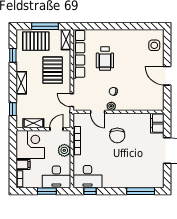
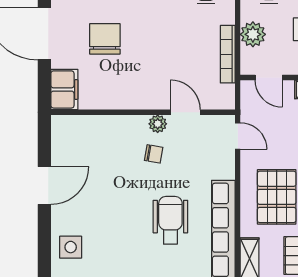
door: (167, 76) -> (44, 186), hinge flipped
door: (56, 129) -> (269, 77), hinge flipped
chair: (117, 135) -> (105, 39), moved

